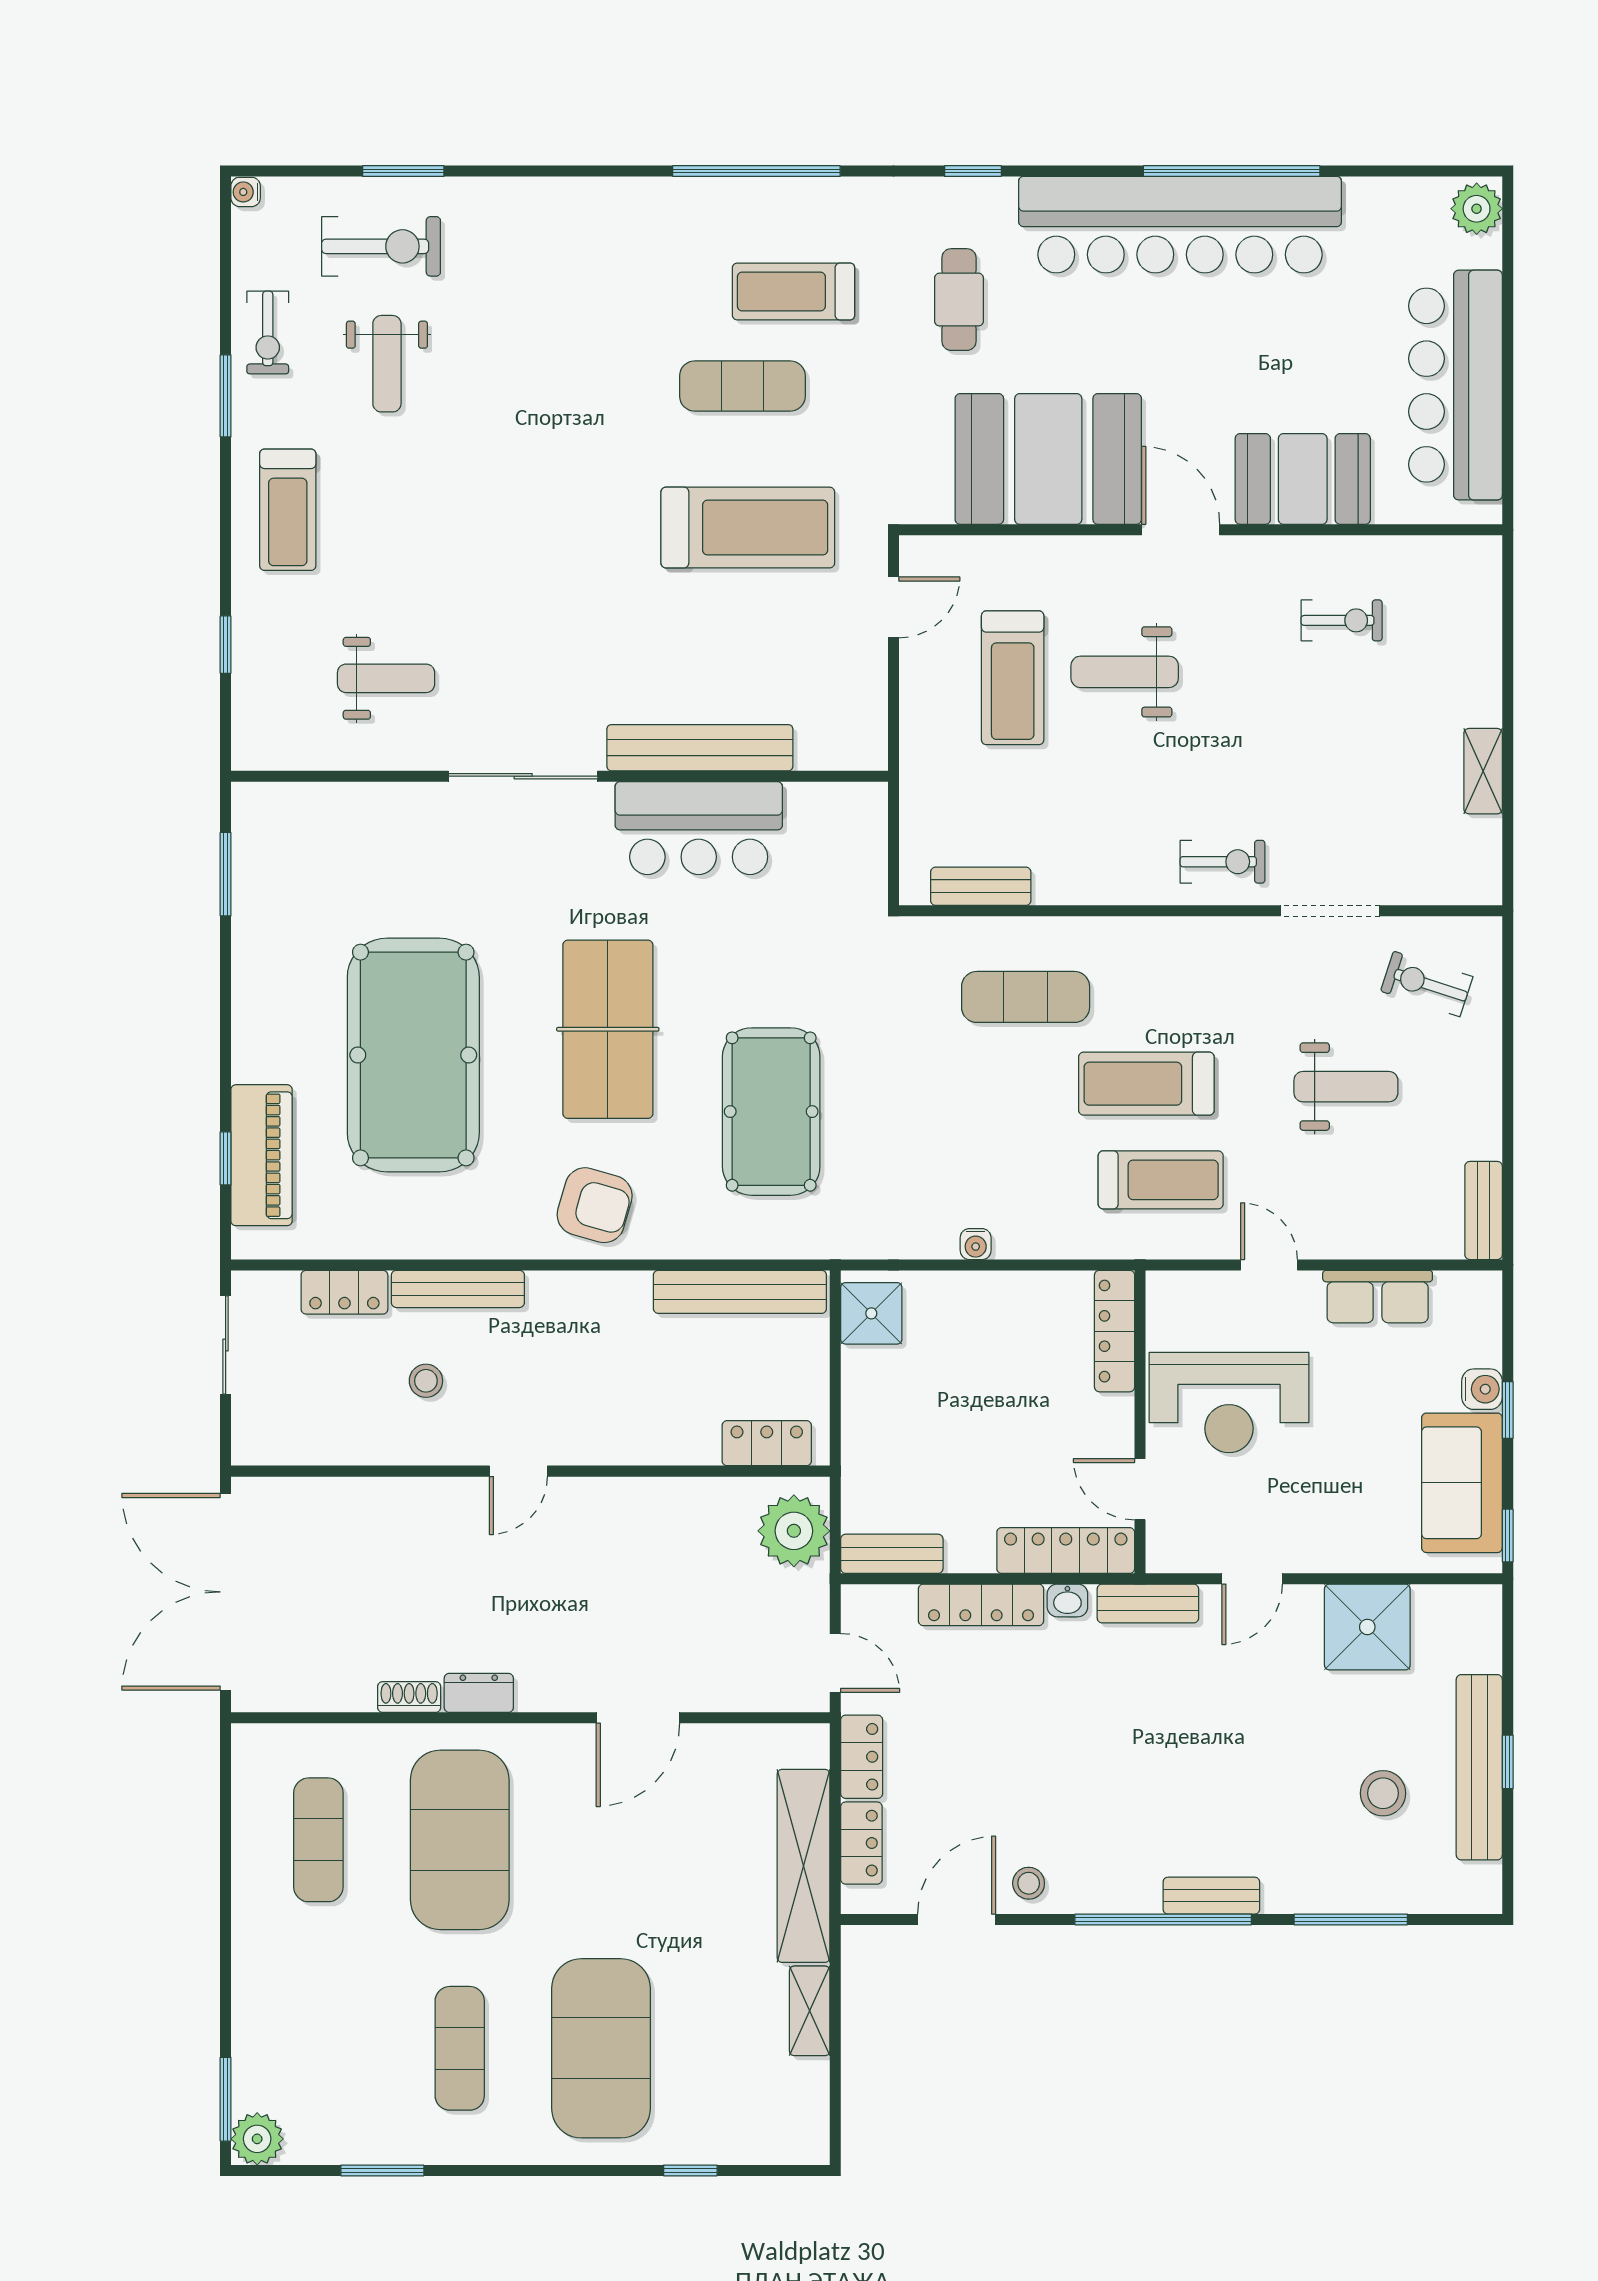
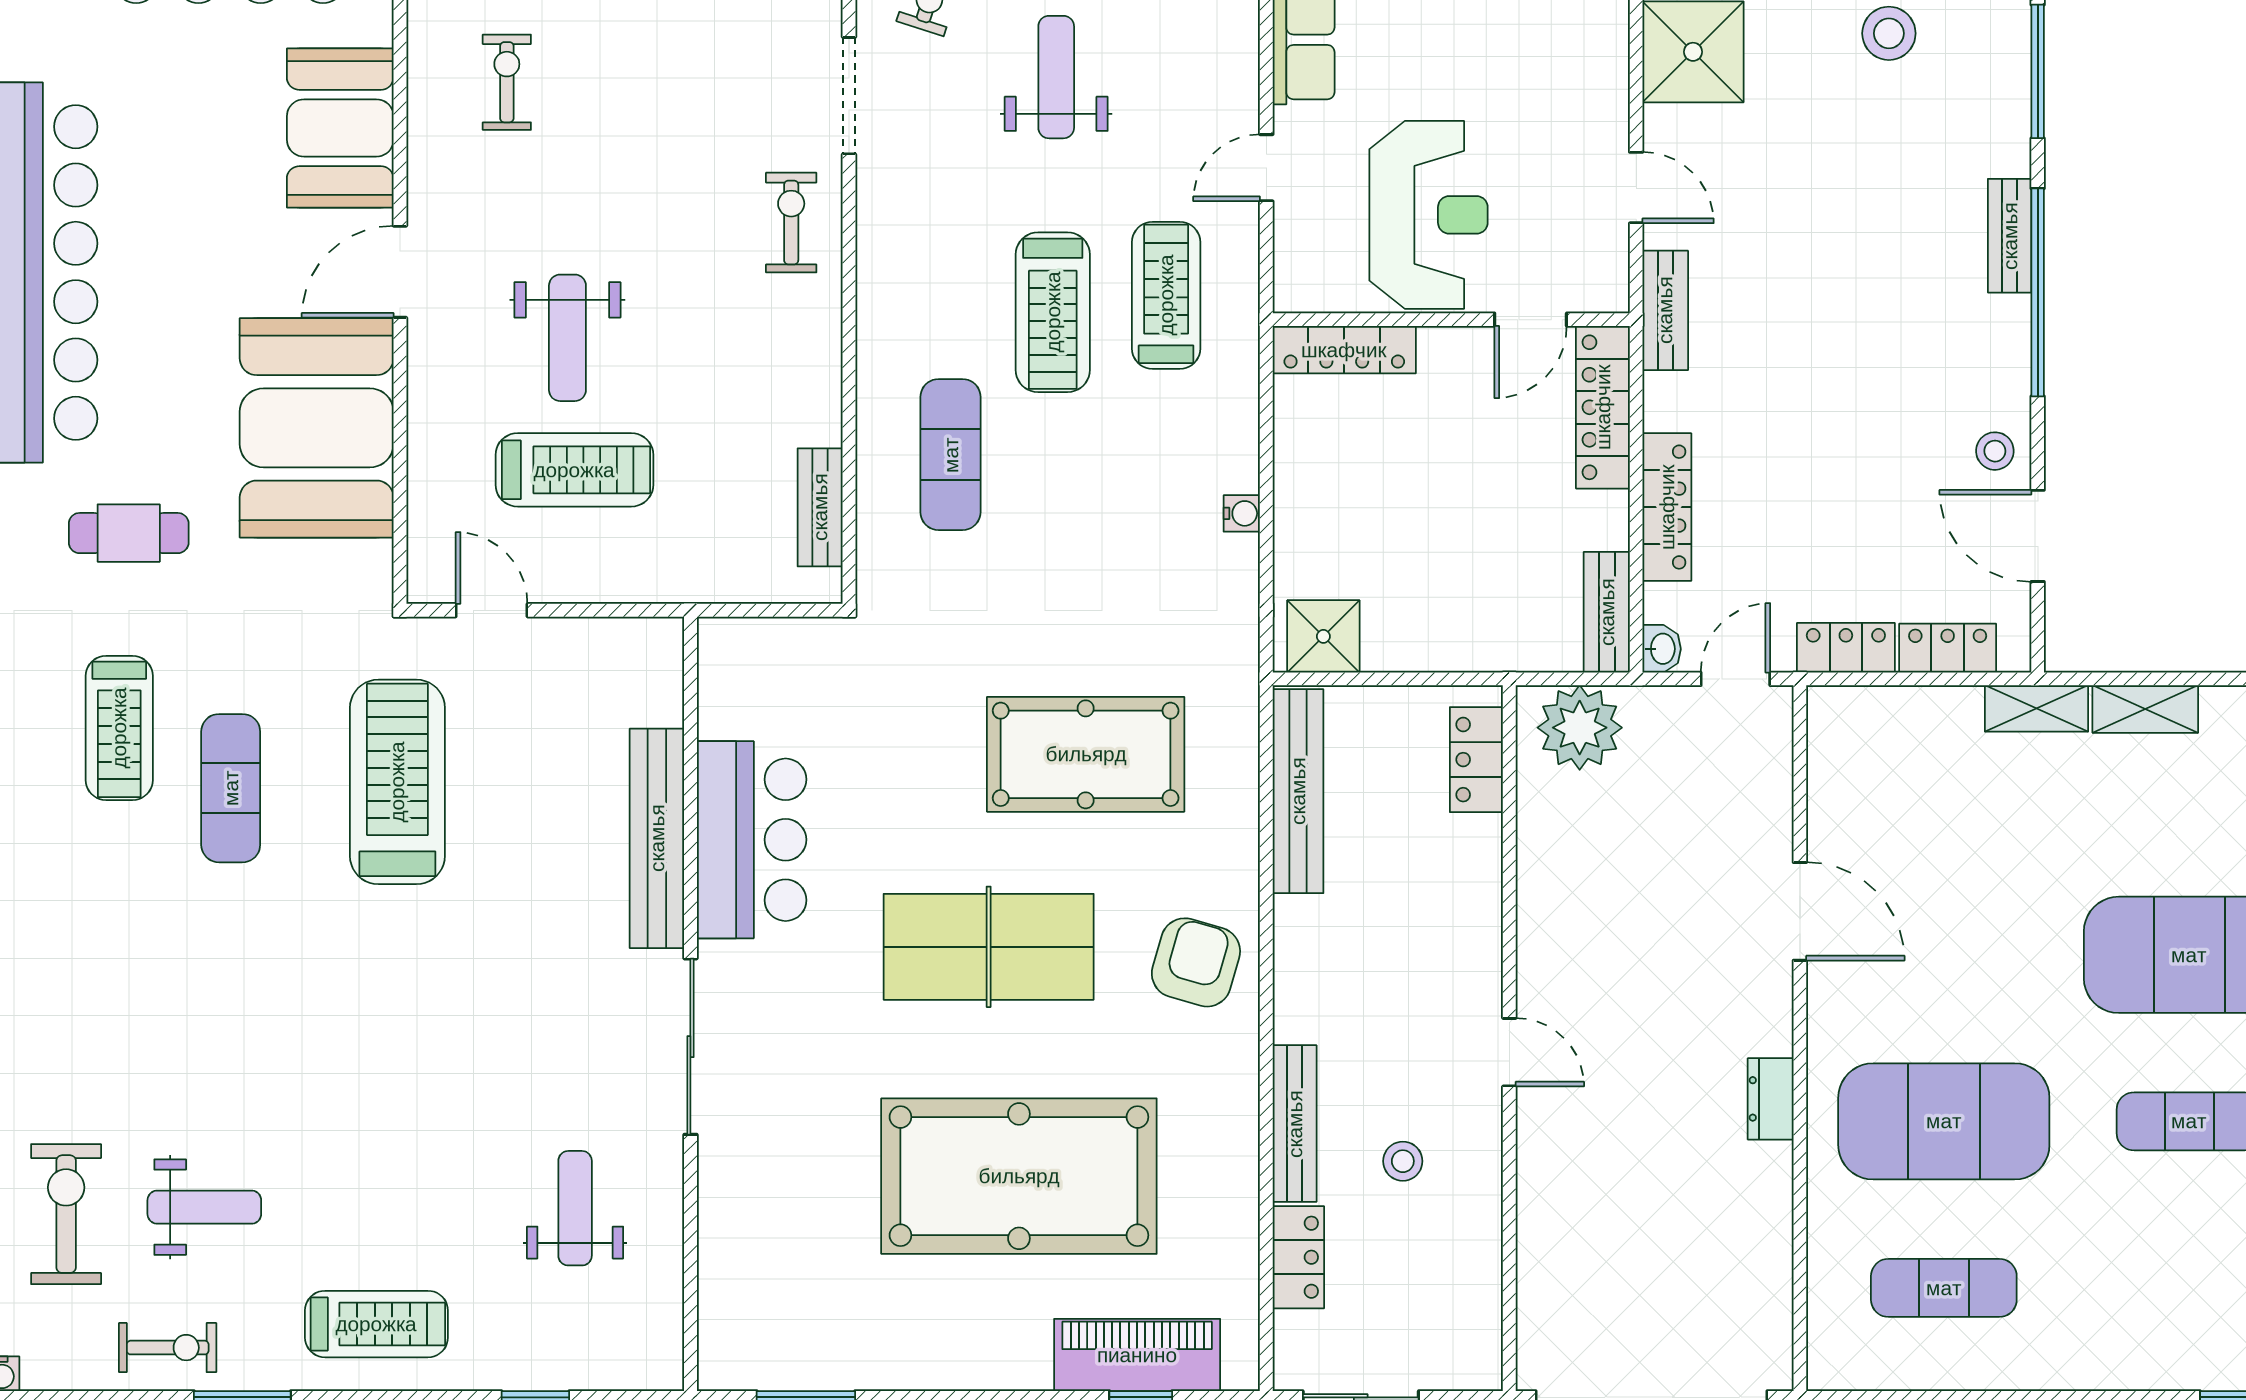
washbasin: (1067, 1600) -> (1662, 649), moved
shoe rack: (409, 1697) -> (1775, 1181), removed
shelving: (804, 1866) -> (2037, 708), width x0.45, depth x0.75

